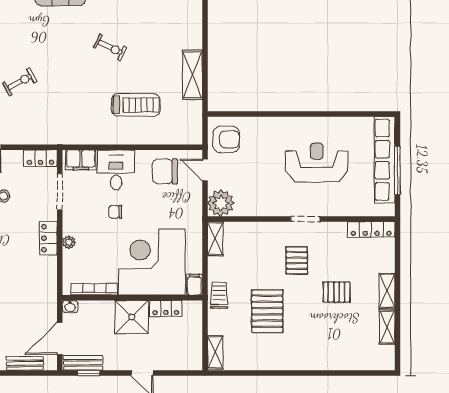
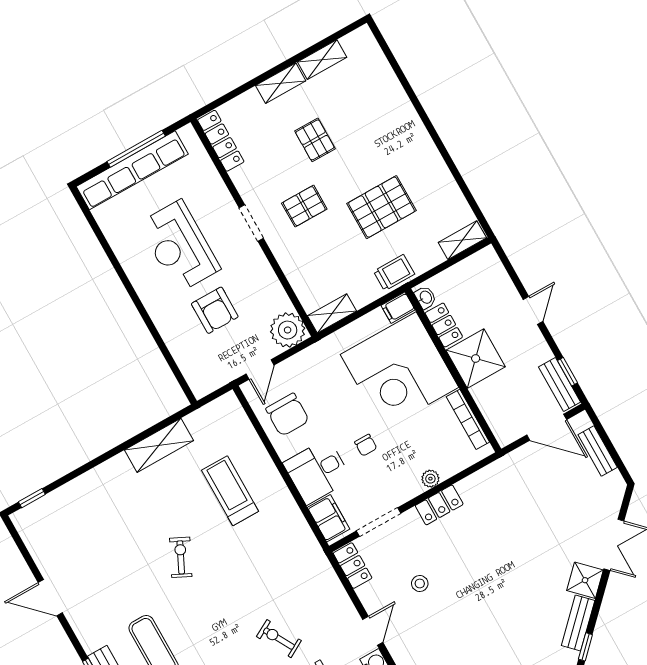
armchair: (226, 139) -> (215, 310), moved, turned 180
trolley: (219, 295) -> (394, 273), turned 180
washbasin: (70, 307) -> (425, 297), moved

